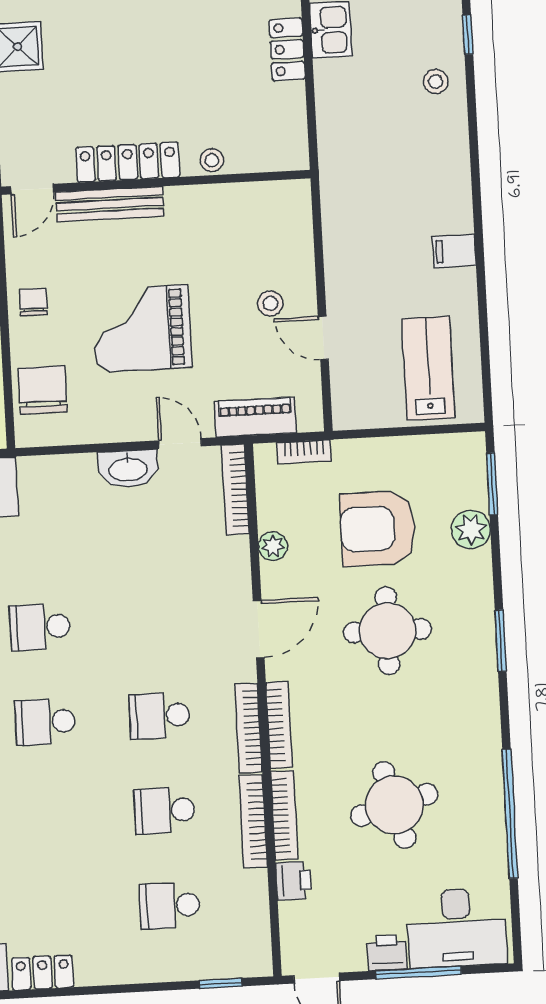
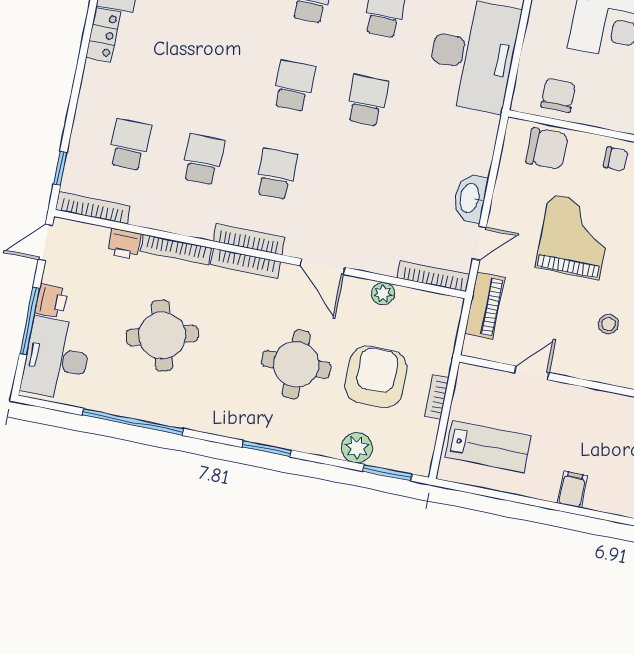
stool: (270, 303) -> (609, 324), moved
bookcase: (304, 452) -> (437, 397), moved
bookcase: (253, 821) -> (93, 208), moved

